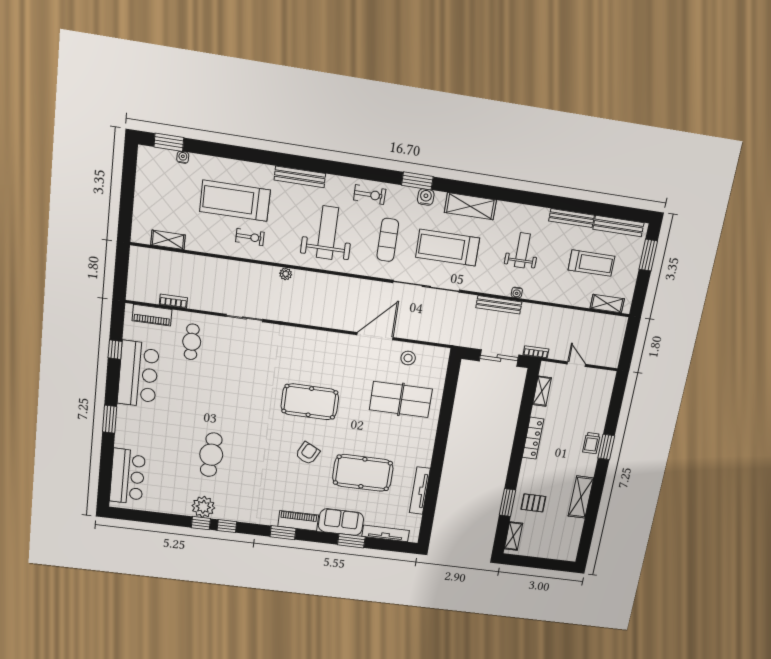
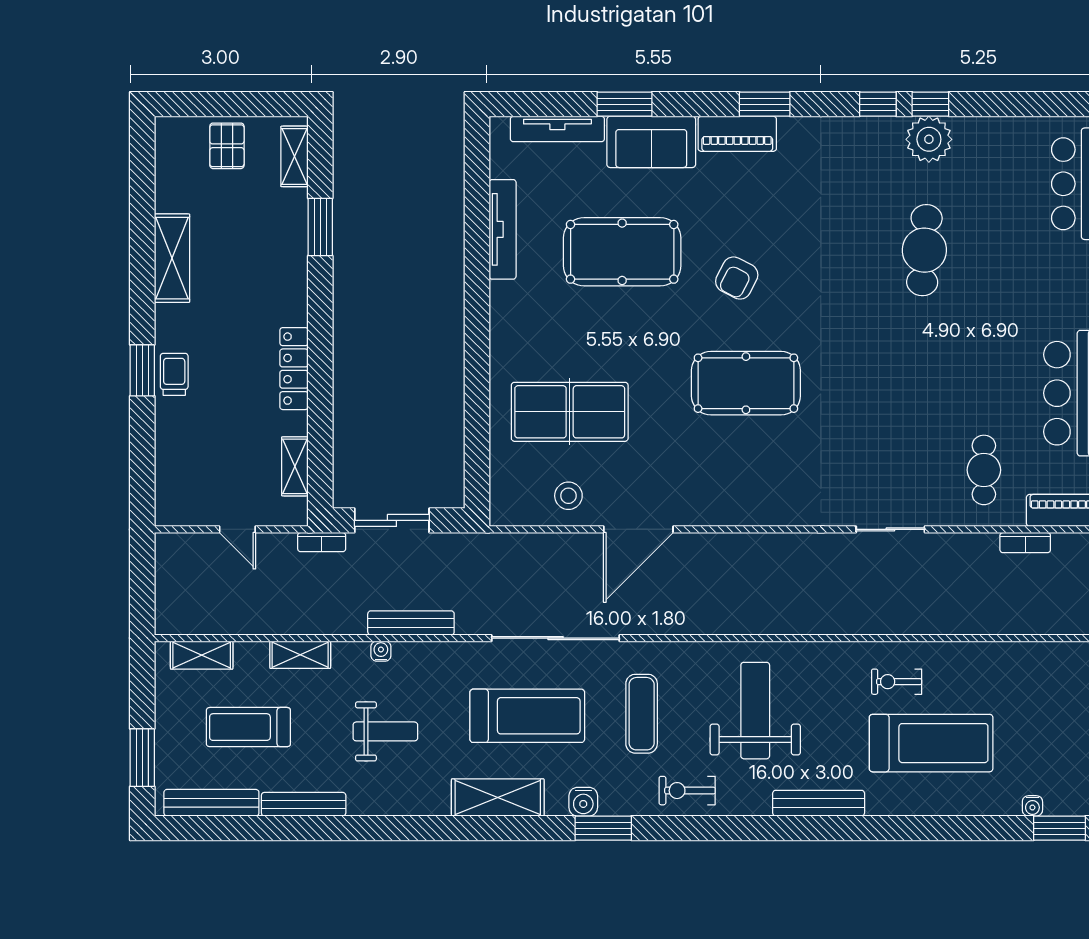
weight bench: (327, 233) -> (755, 711), turned 180
shelving: (168, 240) -> (300, 655), moved
weight bench: (522, 250) -> (385, 731), turned -90
plant: (286, 274) -> (823, 623), removed
pallet: (533, 503) -> (227, 146), moved, turned 90

